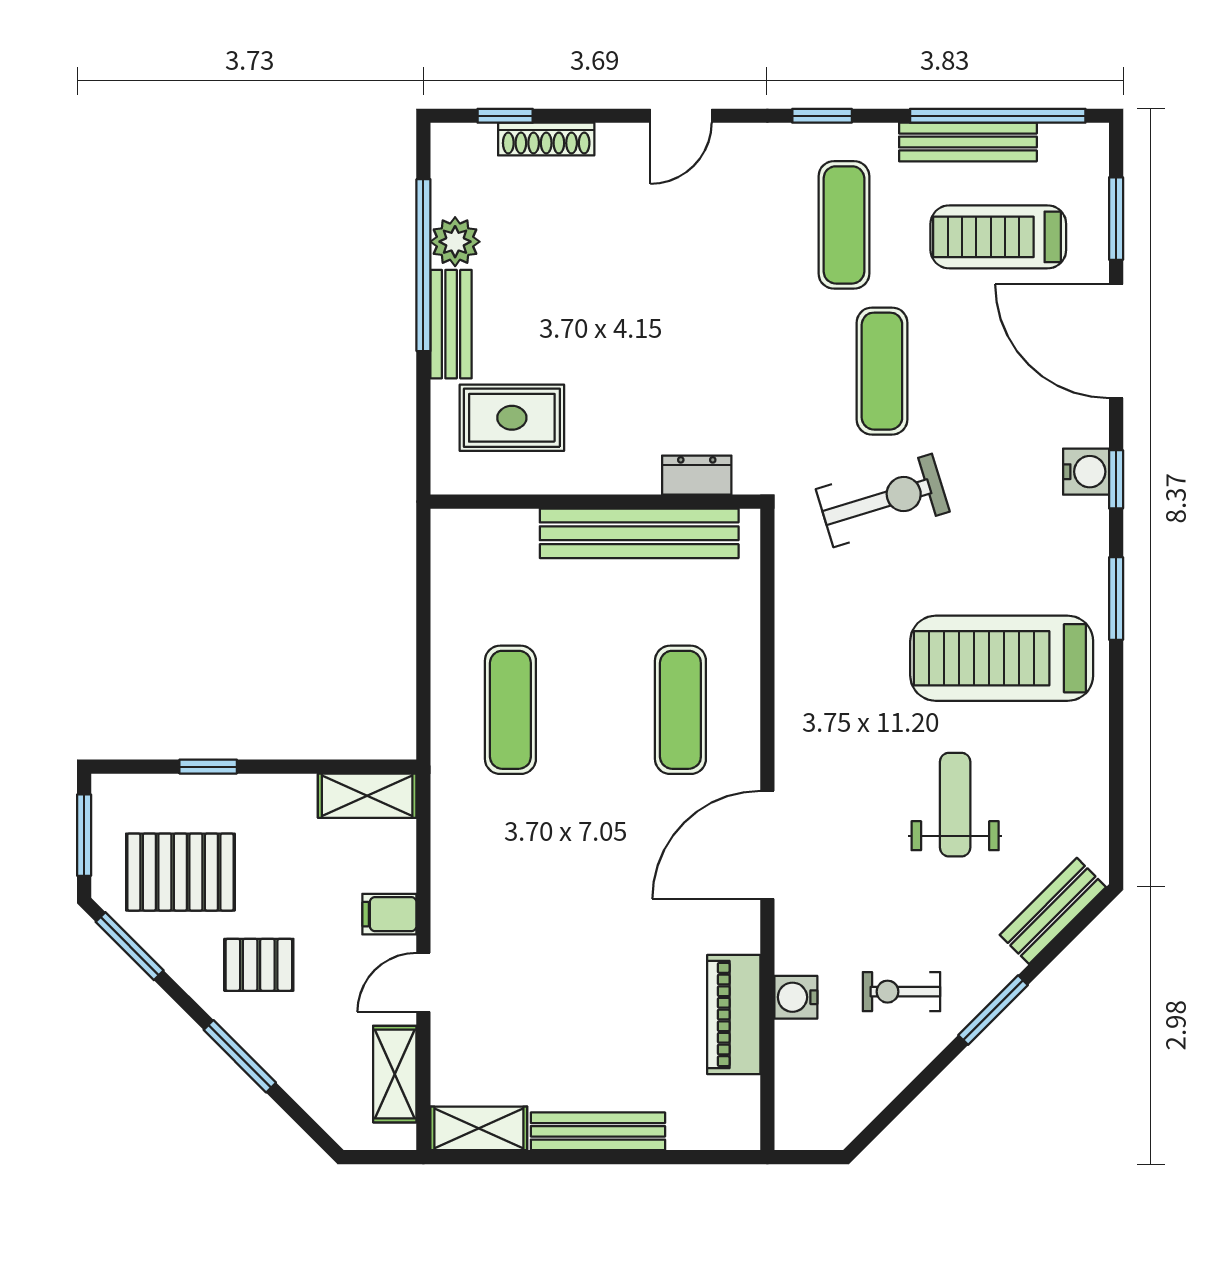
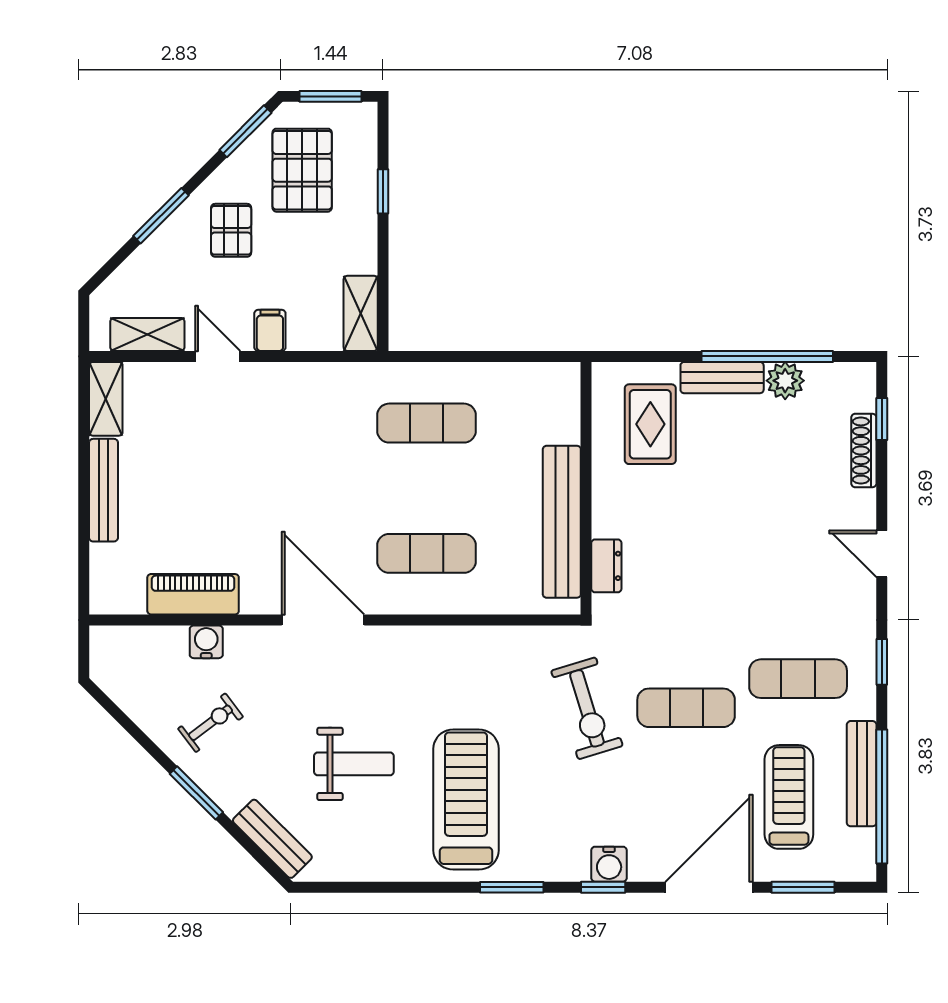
exercise bike: (901, 992) -> (211, 723), turned 53

